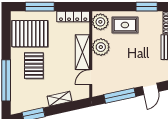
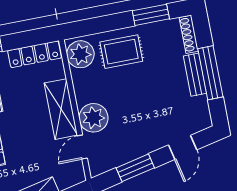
plant: (101, 47) -> (94, 118), moved
window: (120, 96) -> (135, 168), width x0.69

